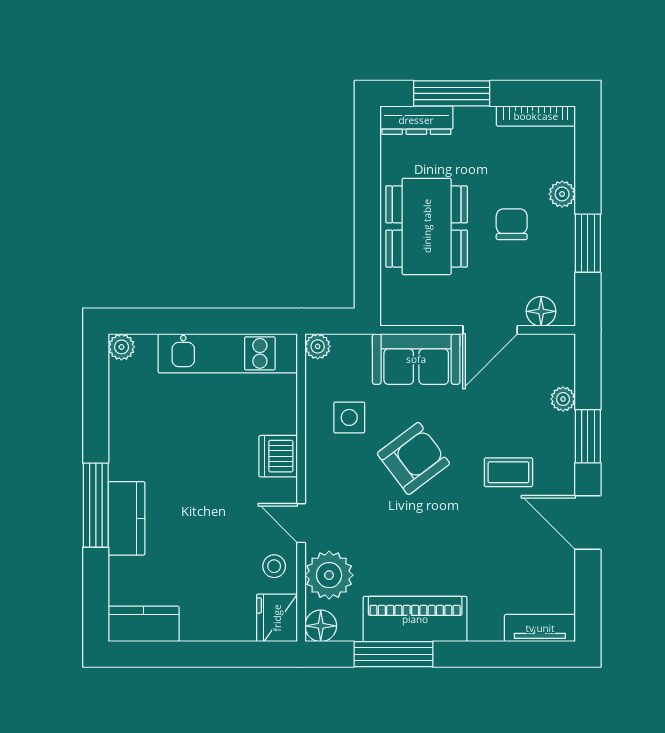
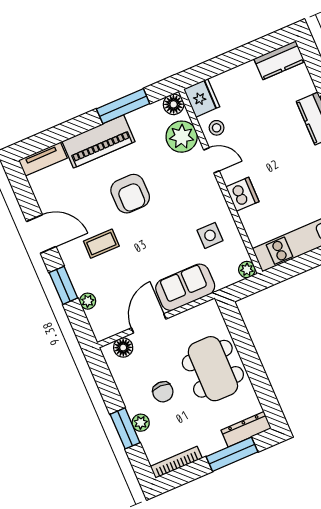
window: (588, 243) -> (125, 428), moved
armchair: (413, 458) -> (130, 194), moved, turned -53
piano: (415, 619) -> (99, 141), moved

